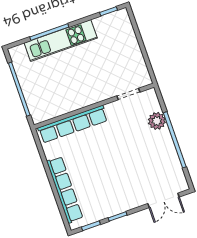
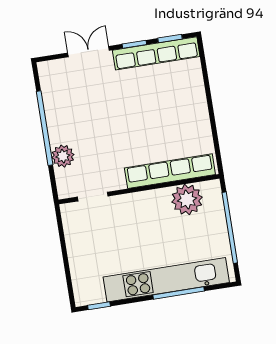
kitchen unit: (61, 41) -> (166, 280), width x1.36
plant: (56, 105) -> (187, 200), added
row of seats: (65, 190) -> (156, 53), moved, turned -90
double door: (163, 200) -> (88, 52), moved

